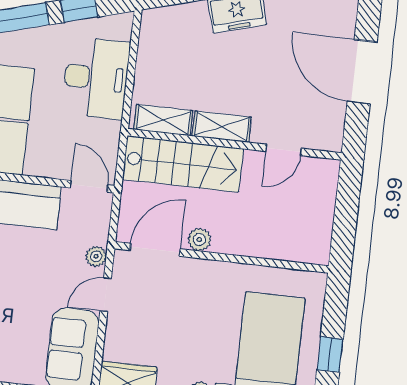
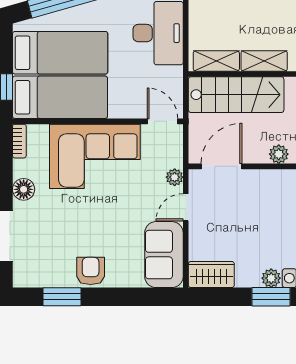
plant: (199, 240) -> (279, 154), moved

